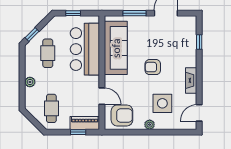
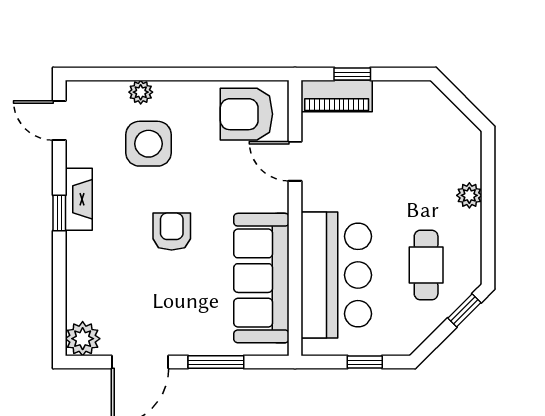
plant: (190, 23) -> (83, 339), added
window: (199, 42) -> (59, 213), moved
armchair: (153, 67) -> (172, 232), turned -90
cafe table: (51, 108) -> (417, 131), removed
door: (199, 113) -> (59, 120), swing flipped
plant: (150, 125) -> (141, 92), moved

